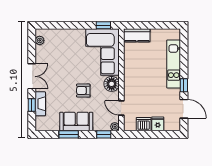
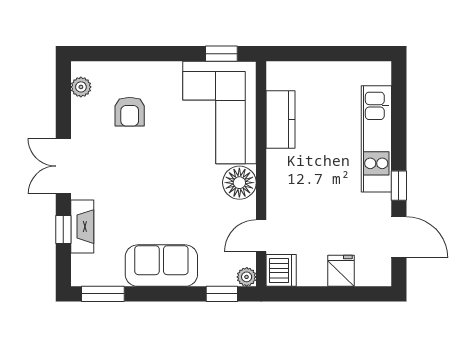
kitchen counter: (137, 35) -> (281, 119), moved, turned -90
double door: (32, 76) -> (63, 166), swing flipped
armchair: (83, 91) -> (130, 112), moved, turned -90
door: (121, 108) -> (261, 236), hinge flipped
dishwasher: (144, 124) -> (281, 270), moved, turned 90
window: (69, 134) -> (103, 294), moved

